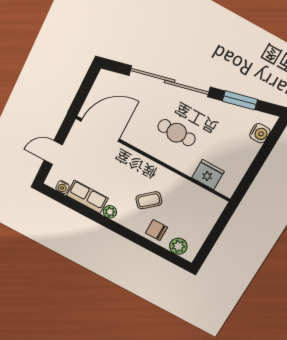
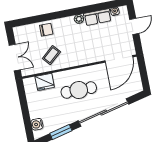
cafe table: (177, 133) -> (79, 90), width x1.37, depth x1.35
coffee table: (149, 200) -> (51, 55), moved
double door: (218, 229) -> (15, 58), added
plant: (178, 246) -> (27, 31), removed

